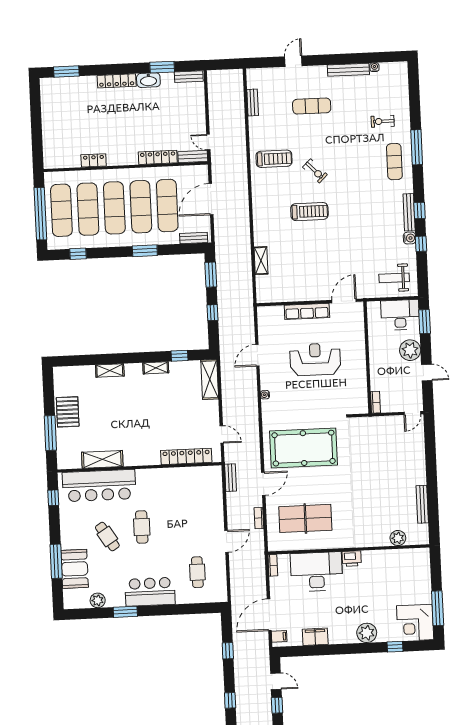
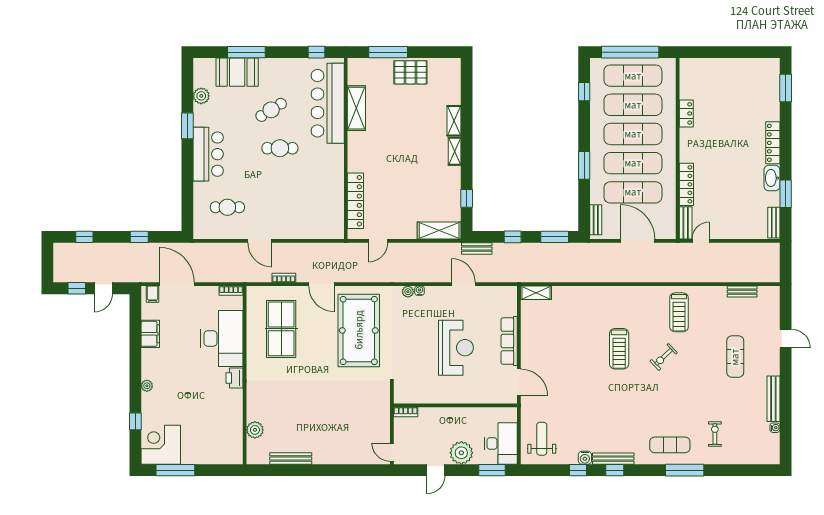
shelving: (261, 261) -> (536, 293), moved
shelving: (156, 368) -> (455, 151), moved
plant: (266, 405) -> (408, 292), added
bench: (230, 478) -> (477, 248), moved
plant: (367, 633) -> (147, 386), width x0.53, depth x0.53

